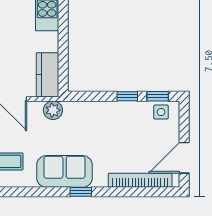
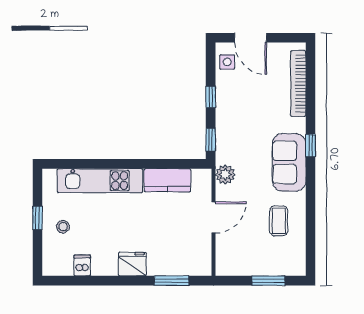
kitchen counter: (47, 75) -> (167, 180), moved
window: (158, 96) -> (211, 140), moved
door: (184, 158) -> (251, 38), moved

